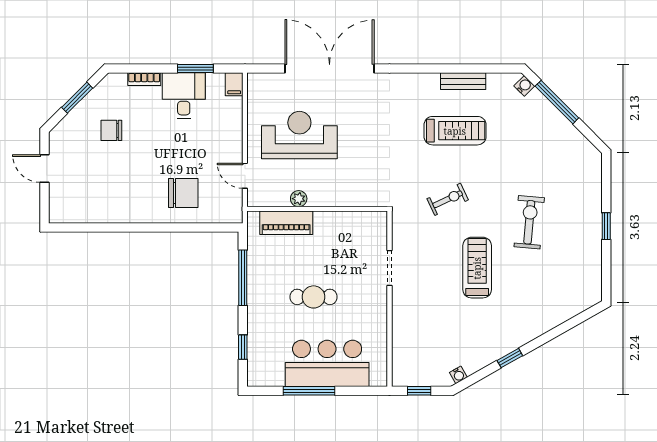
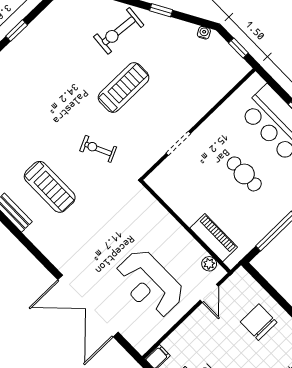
treadmill: (455, 131) -> (50, 187), turned 180
plant: (299, 199) -> (209, 264), moved
exercise bike: (529, 222) -> (119, 31), moved
treadmill: (477, 268) -> (124, 87), turned 180

